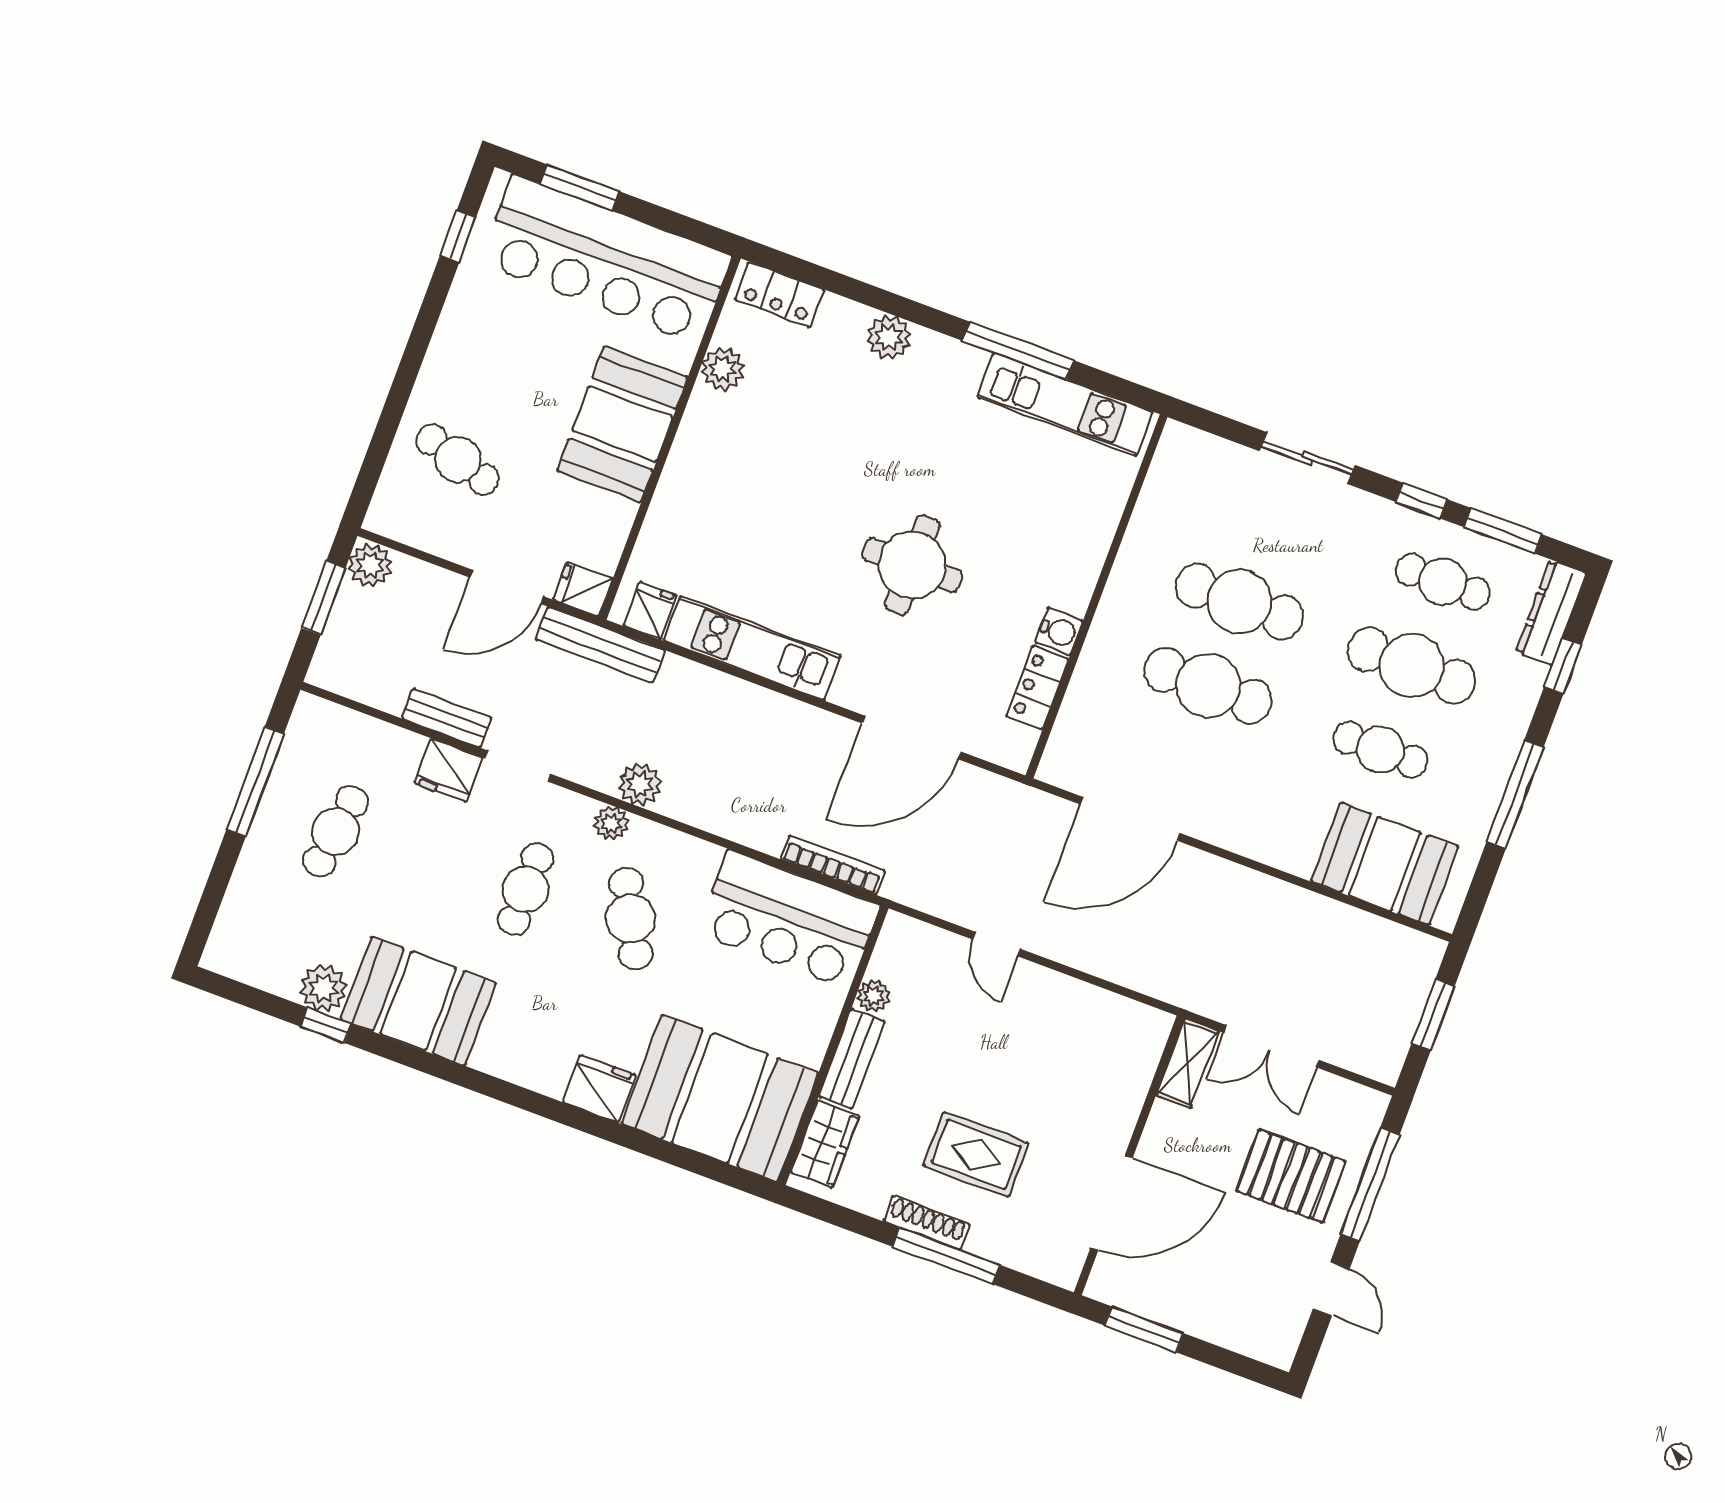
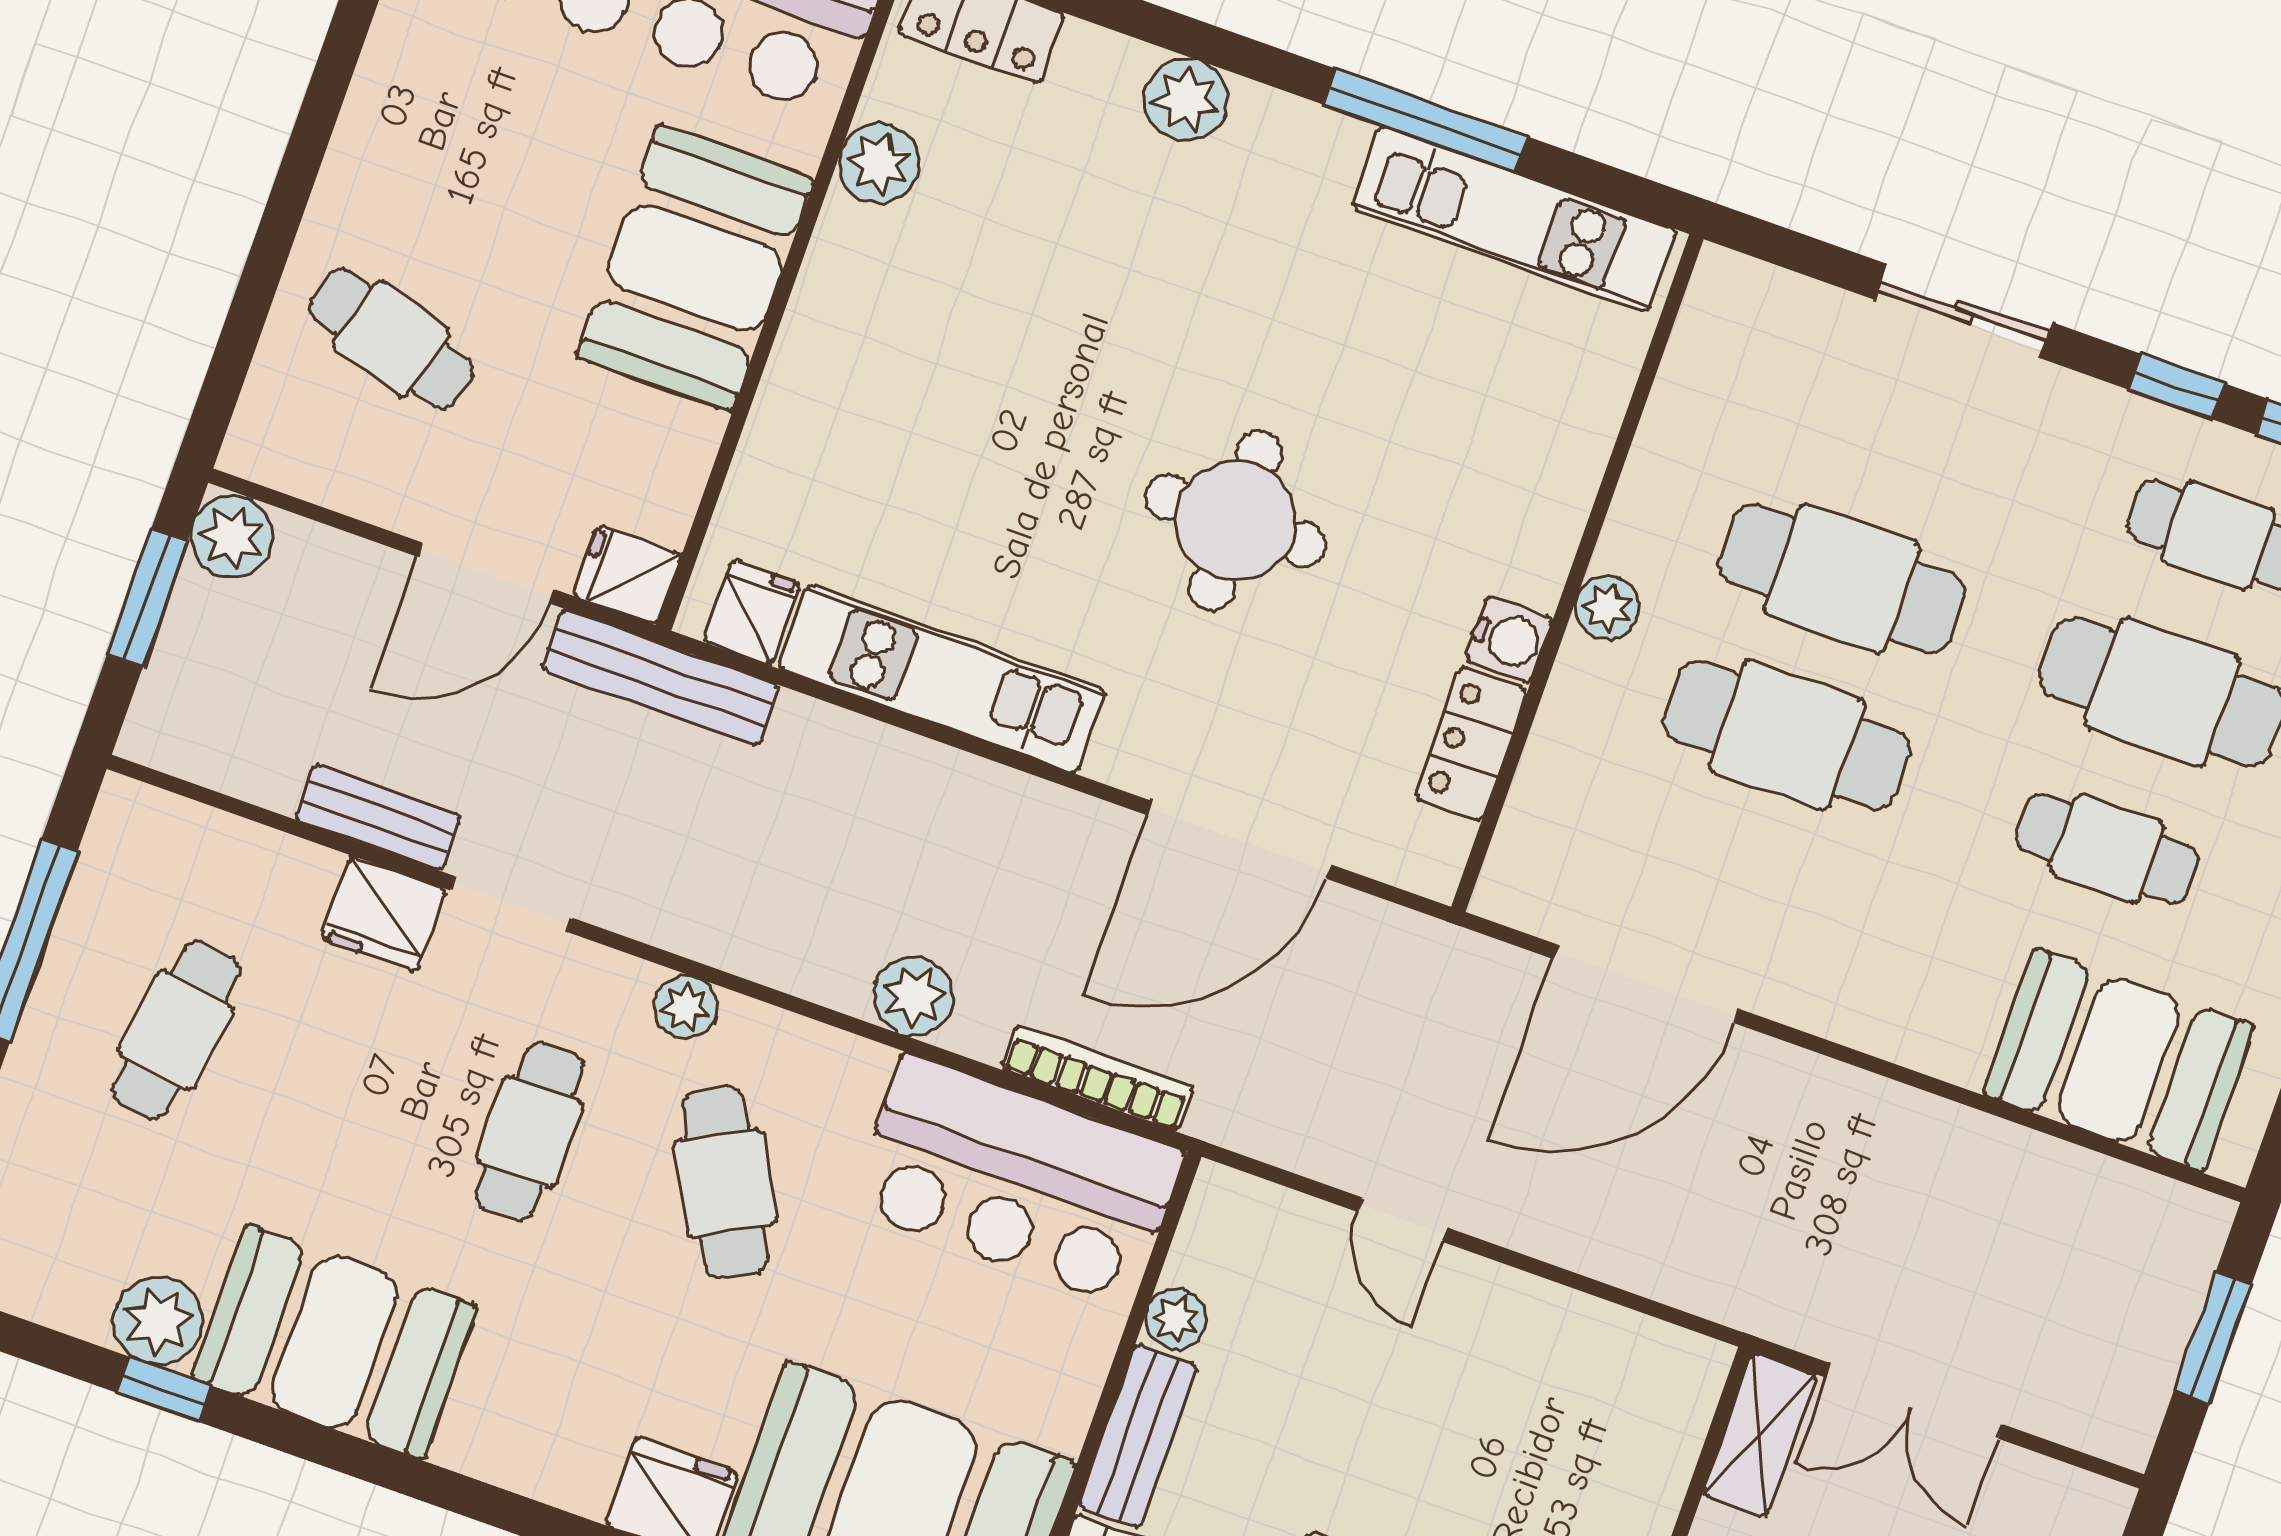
plant: (1112, 615) -> (1607, 608), added
plant: (640, 784) -> (914, 997), moved

